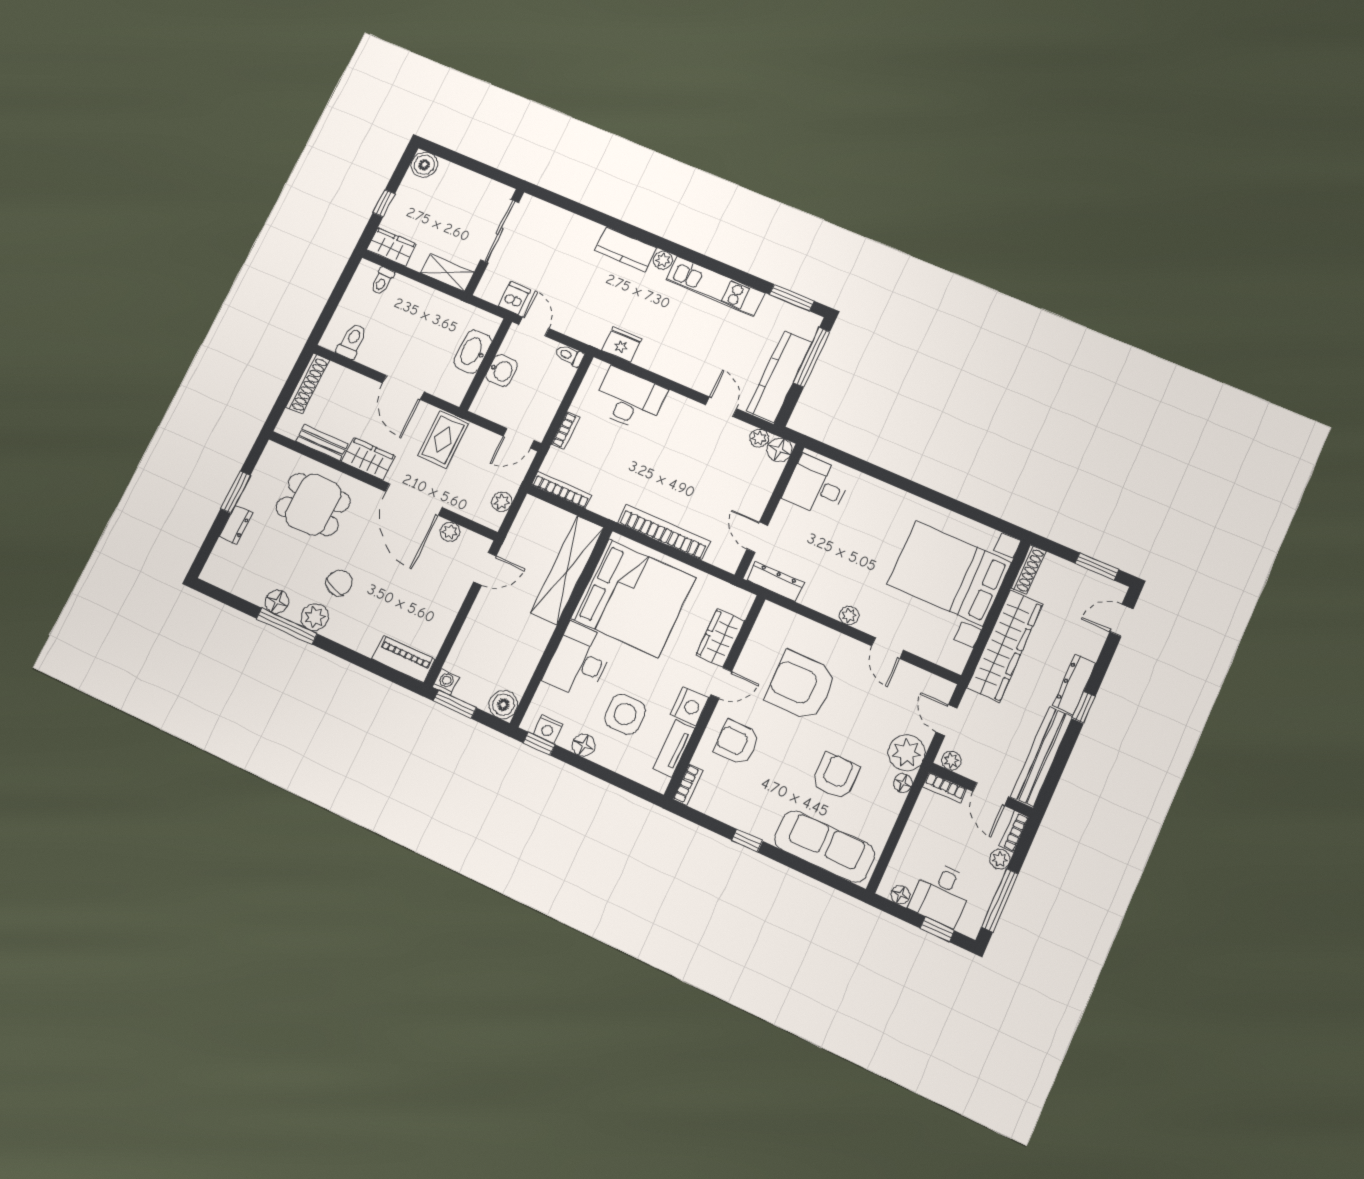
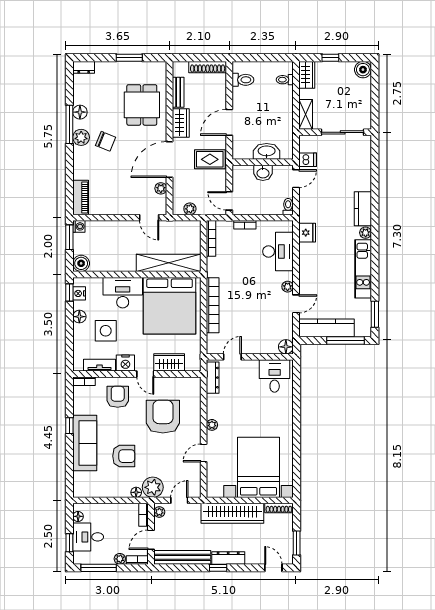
plant: (759, 438) -> (288, 287), moved
dresser: (236, 525) -> (84, 67), moved
sofa: (825, 847) -> (85, 443), moved

